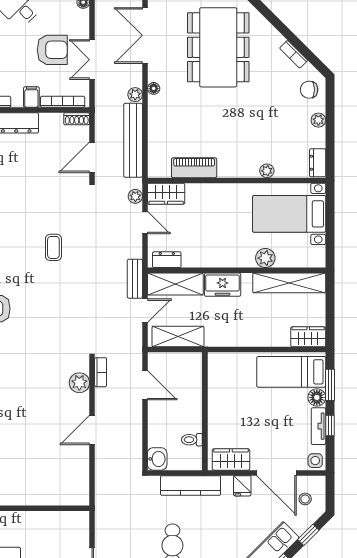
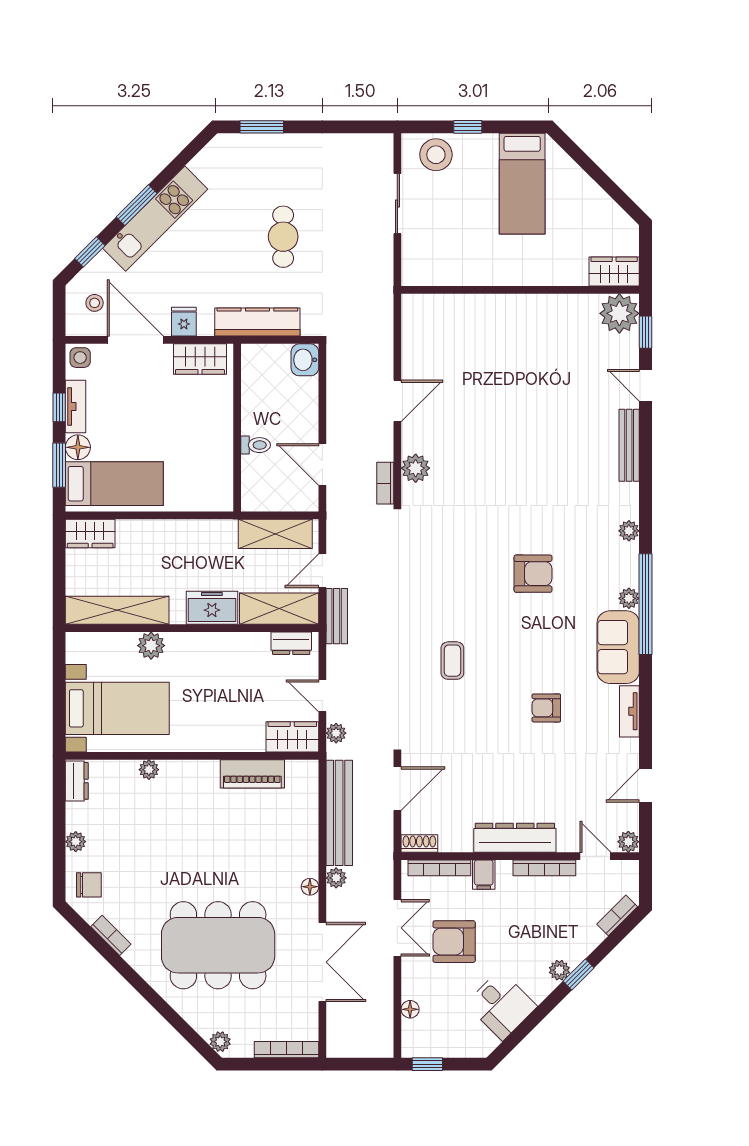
dining table: (218, 47) -> (218, 945), turned 90
toilet: (192, 440) -> (256, 445), moved

